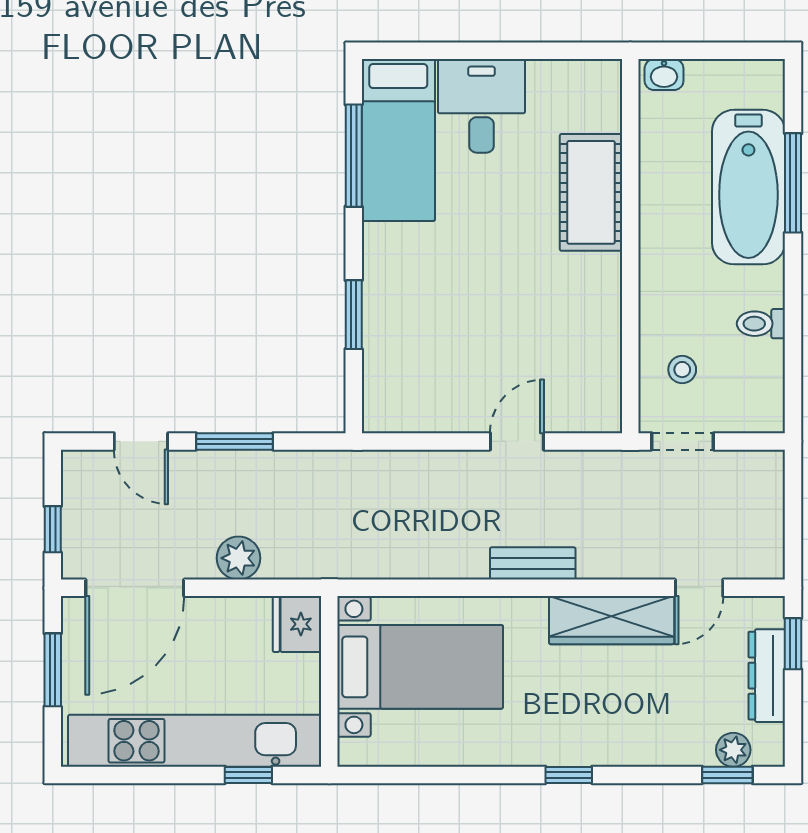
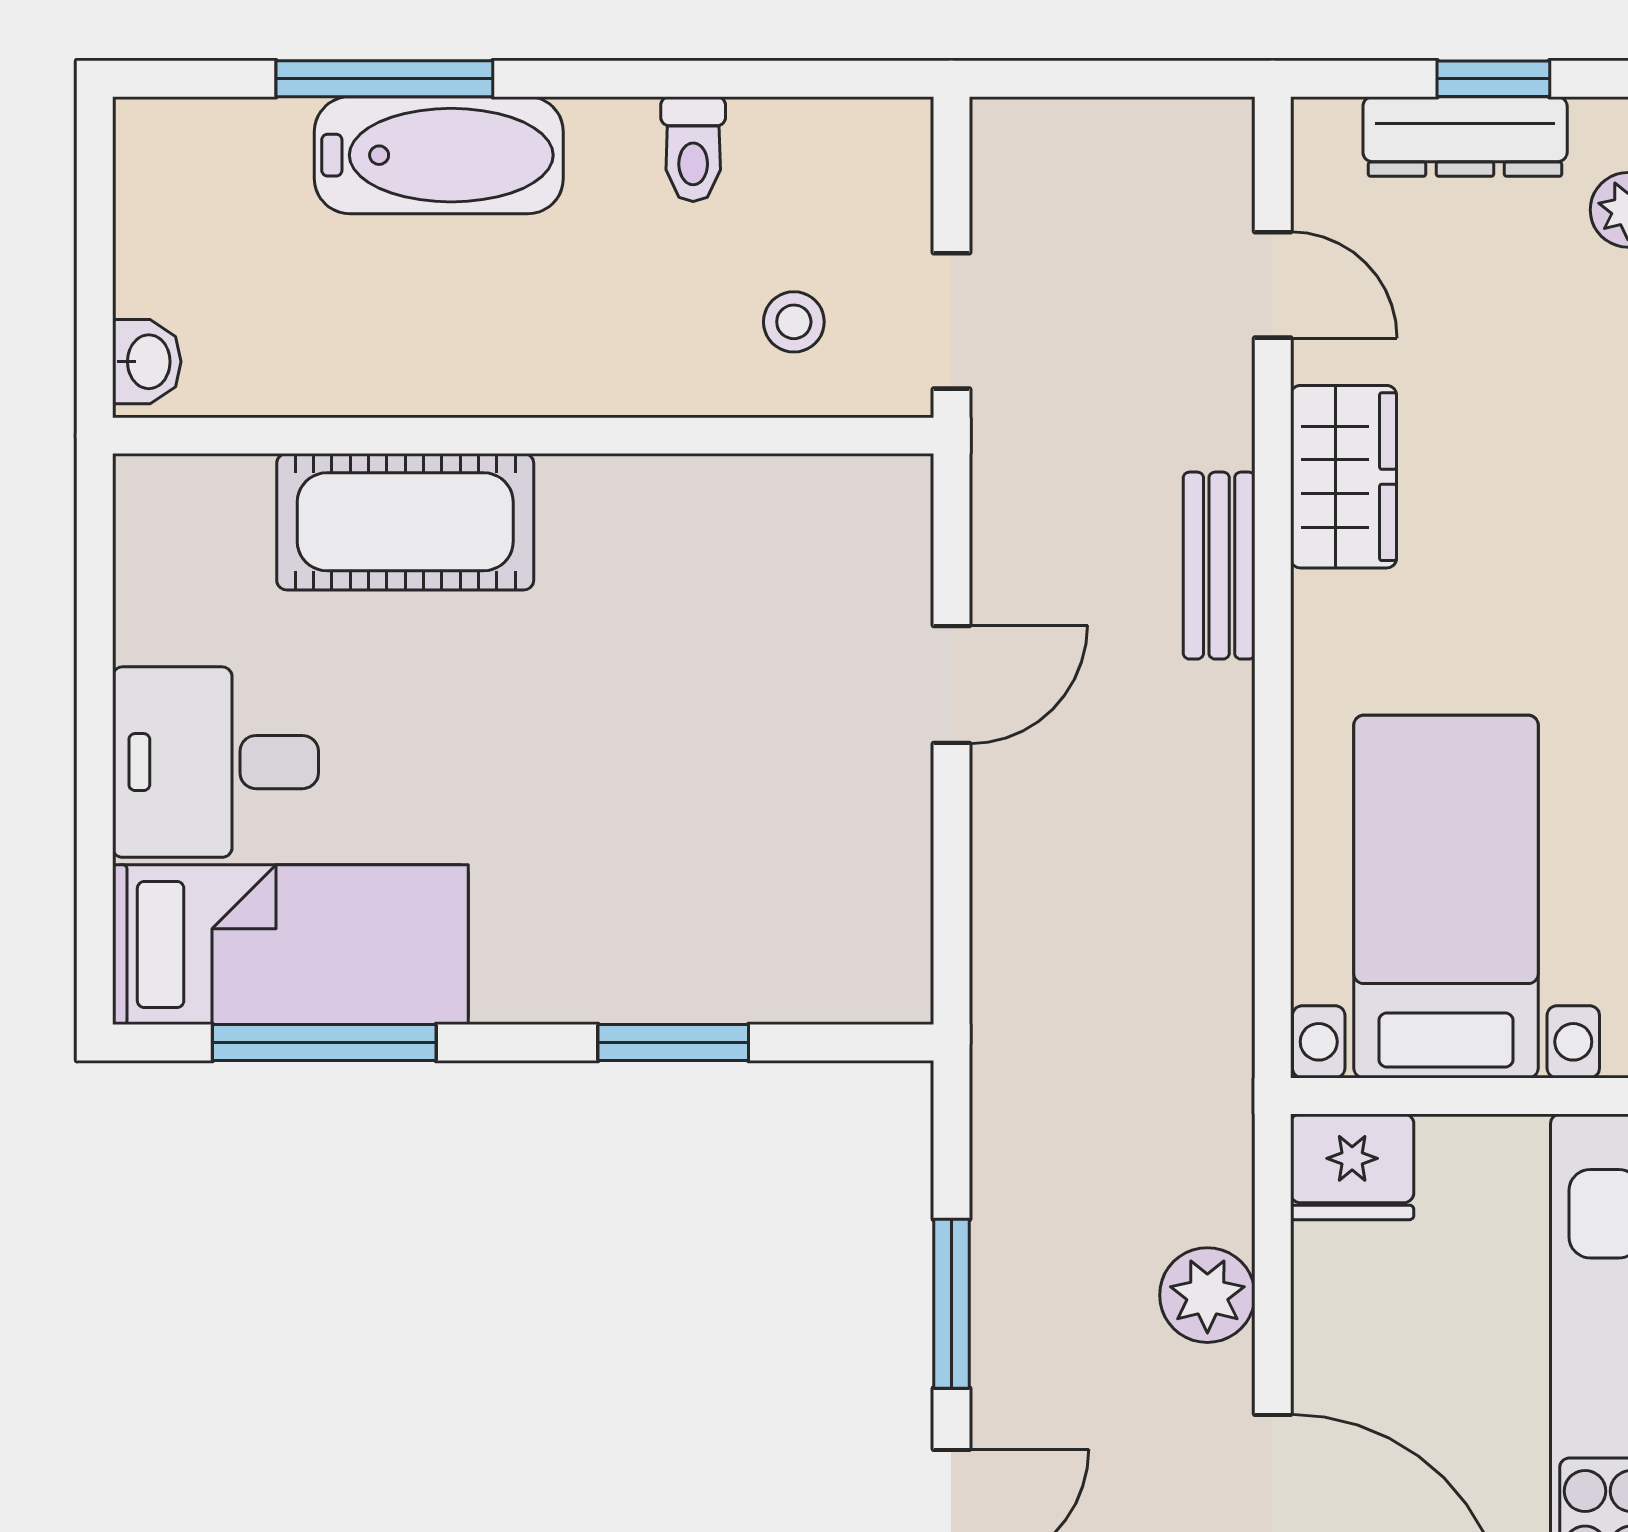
bathtub: (748, 187) -> (439, 155), width x0.73, depth x0.73
door: (517, 441) -> (951, 685), swing flipped
bench: (533, 563) -> (1219, 566), moved
wardrobe: (612, 620) -> (1344, 477), width x0.67
window: (793, 644) -> (1493, 79), moved

